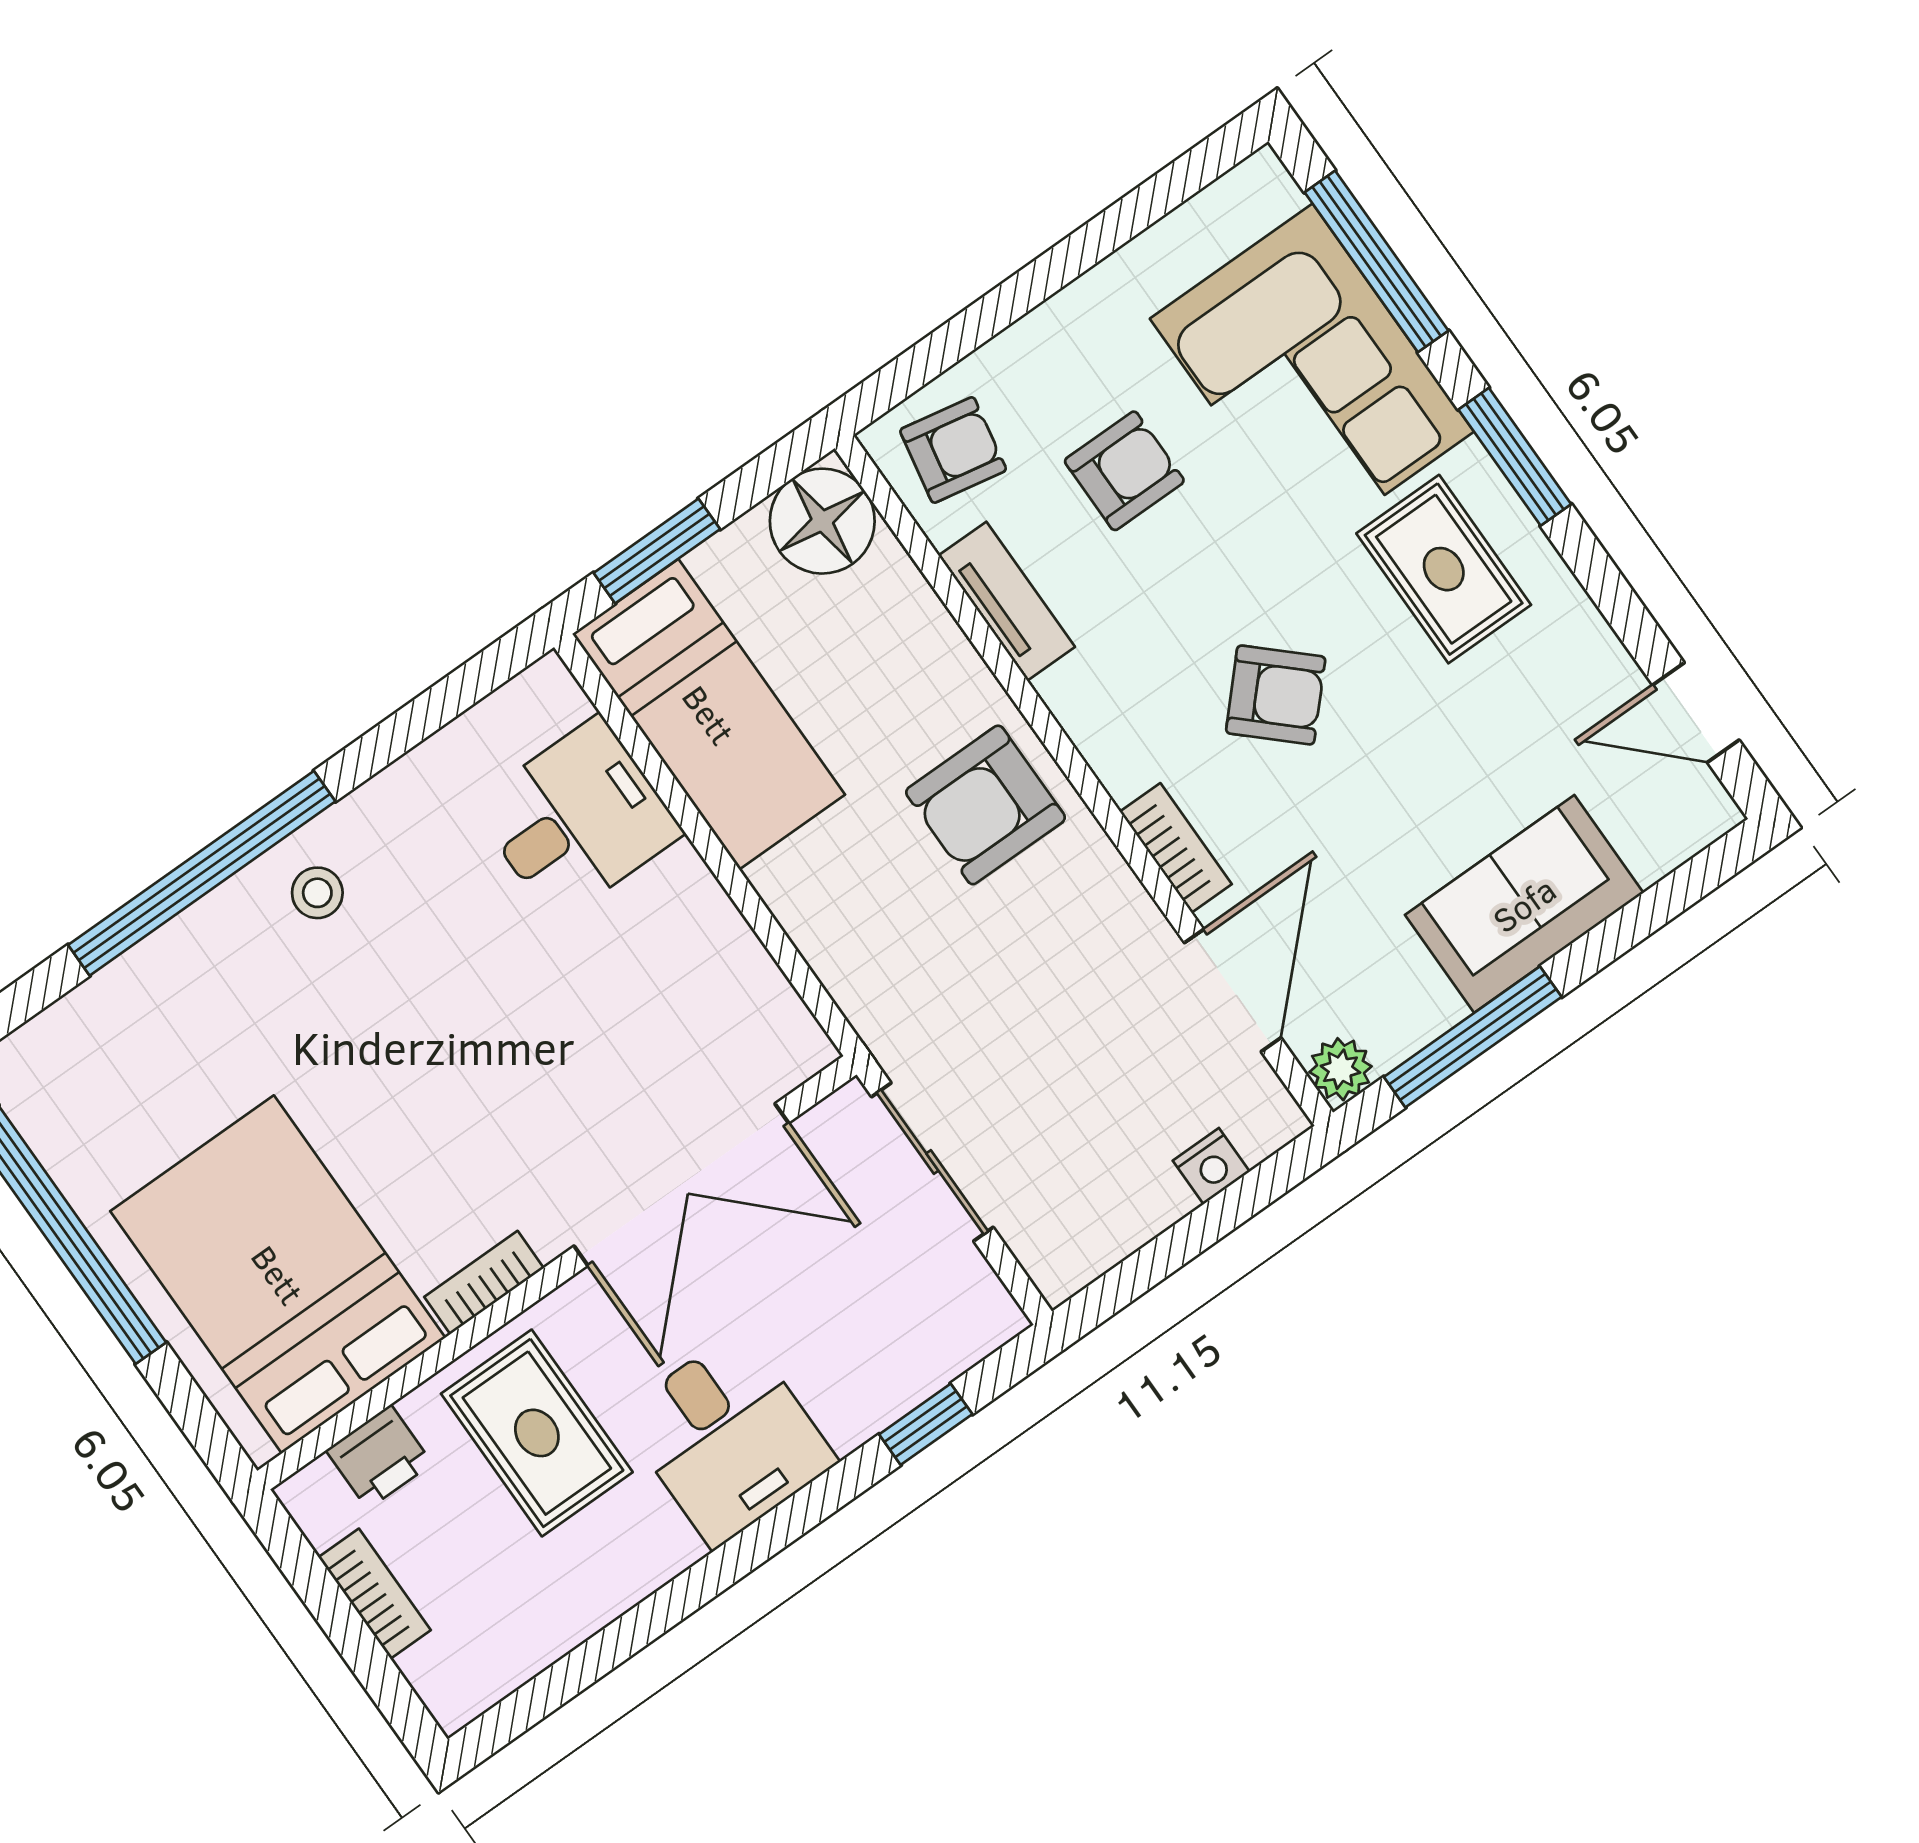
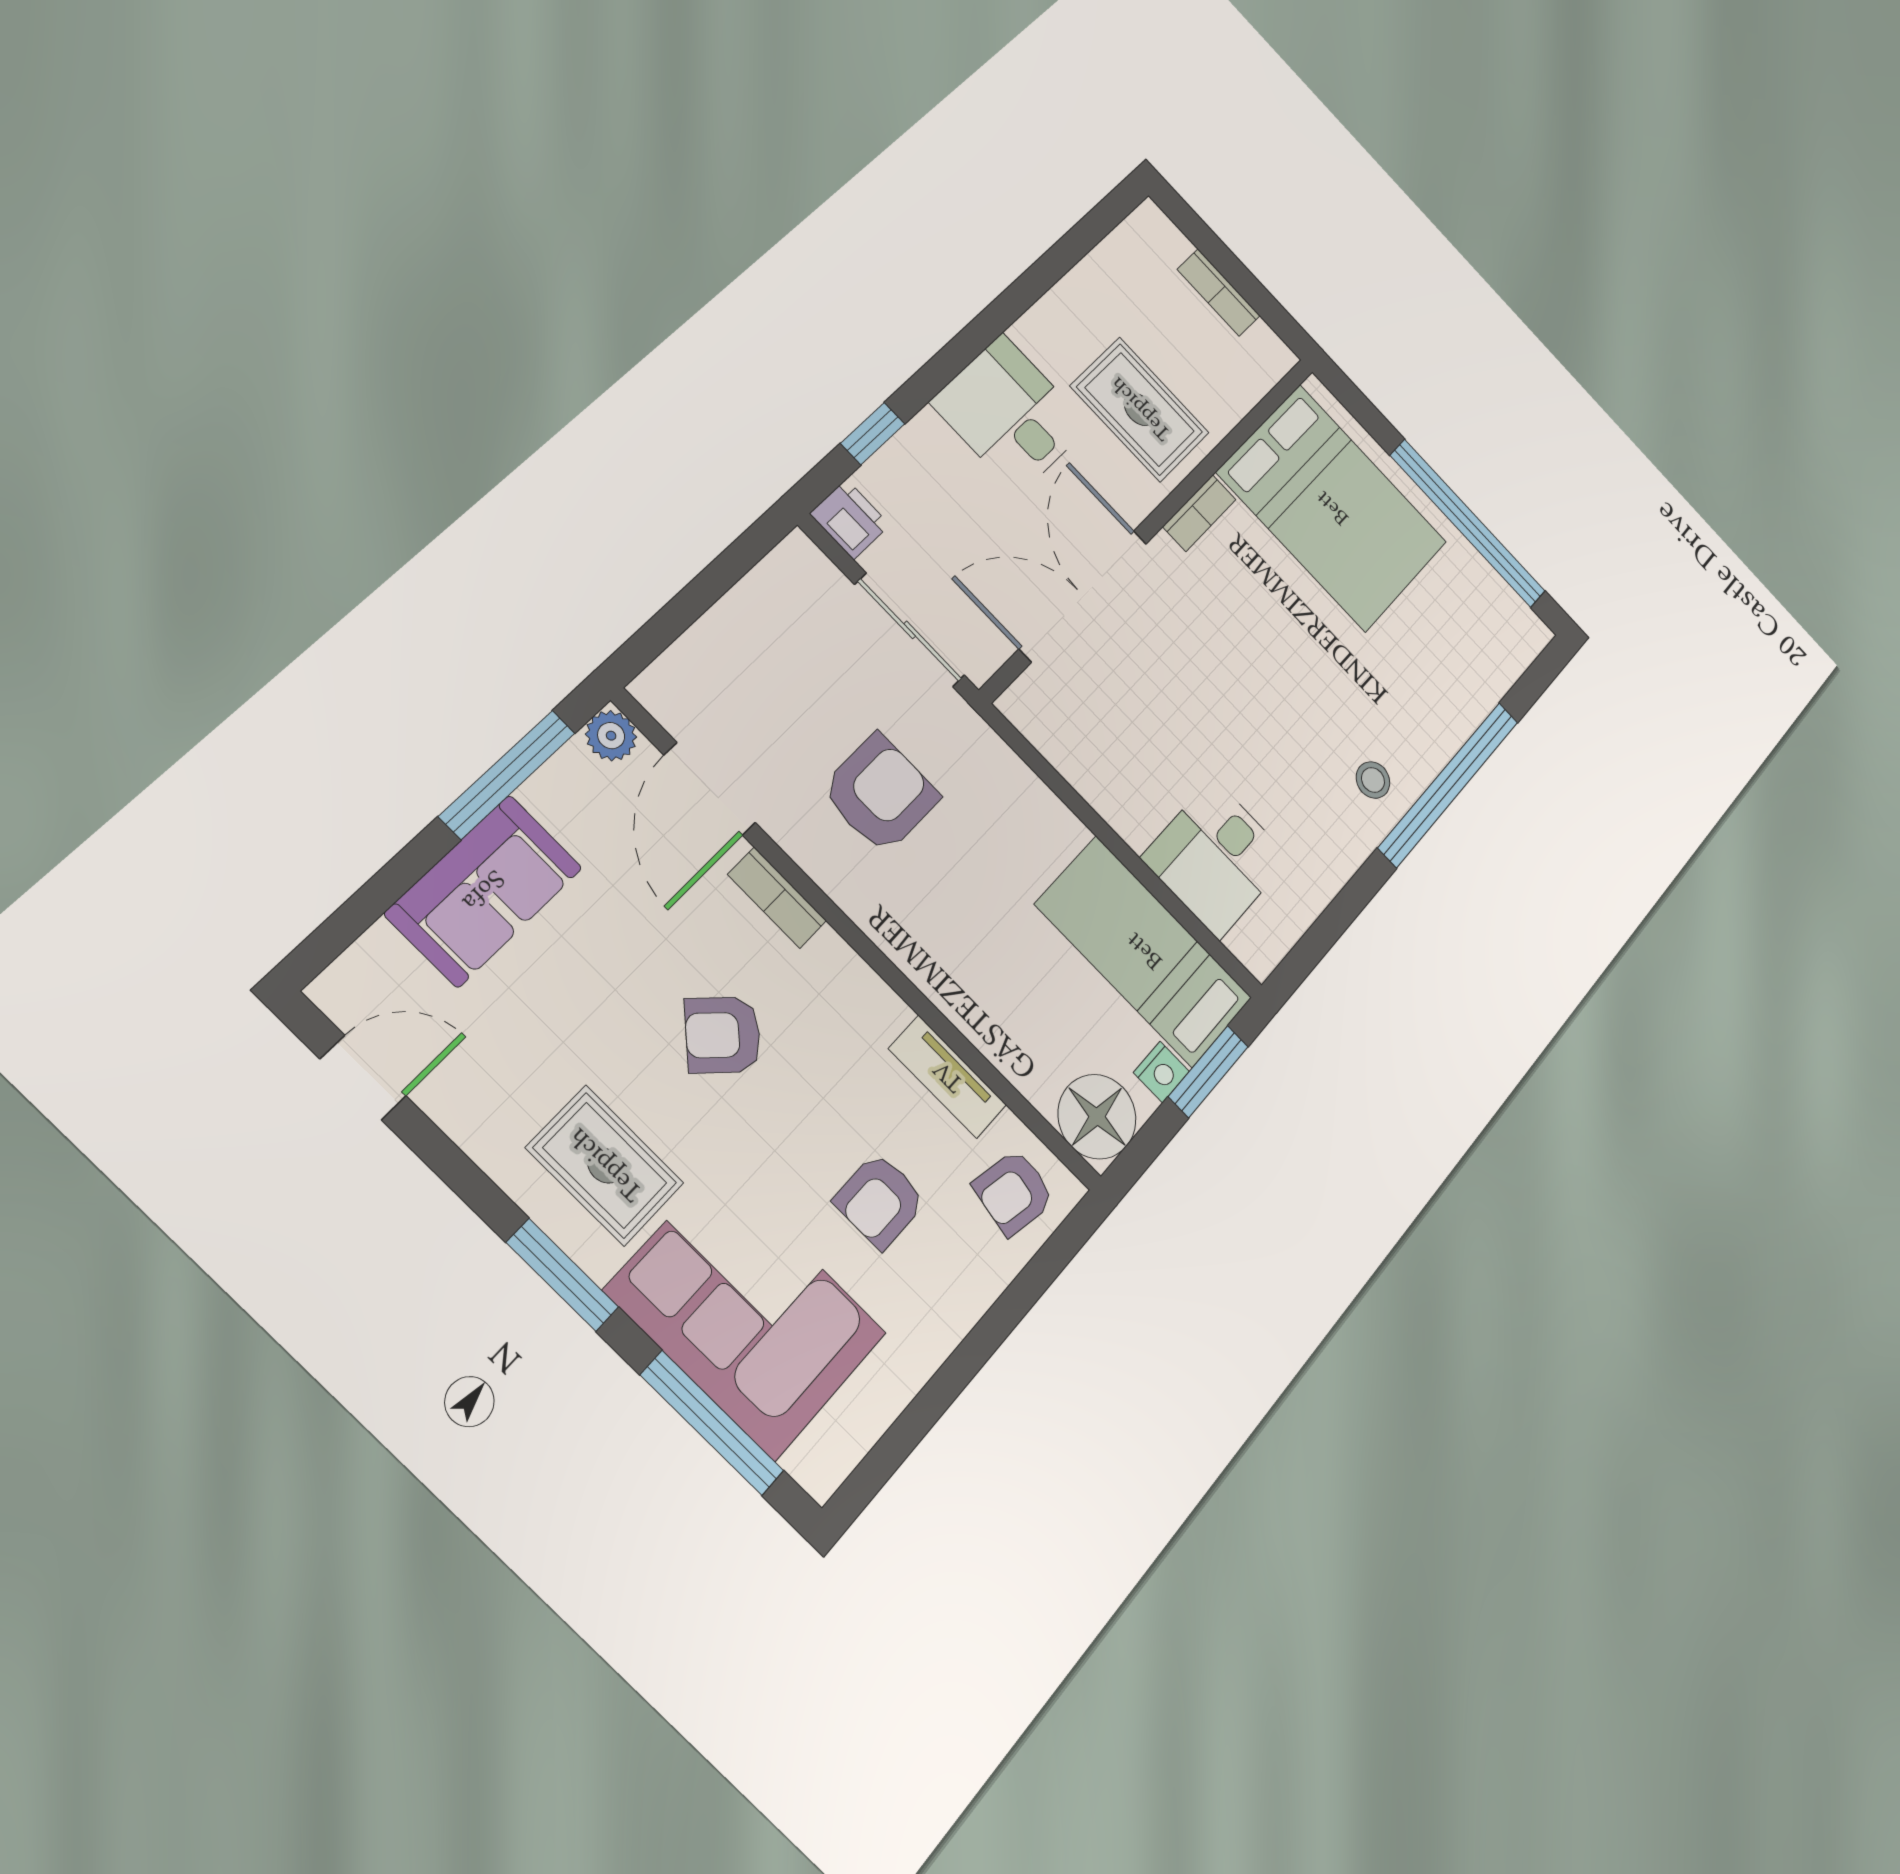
armchair: (986, 805) -> (880, 794), moved
nightstand: (1211, 1166) -> (1161, 1072), moved, turned 180
printer: (379, 1457) -> (850, 519), moved, turned 90

